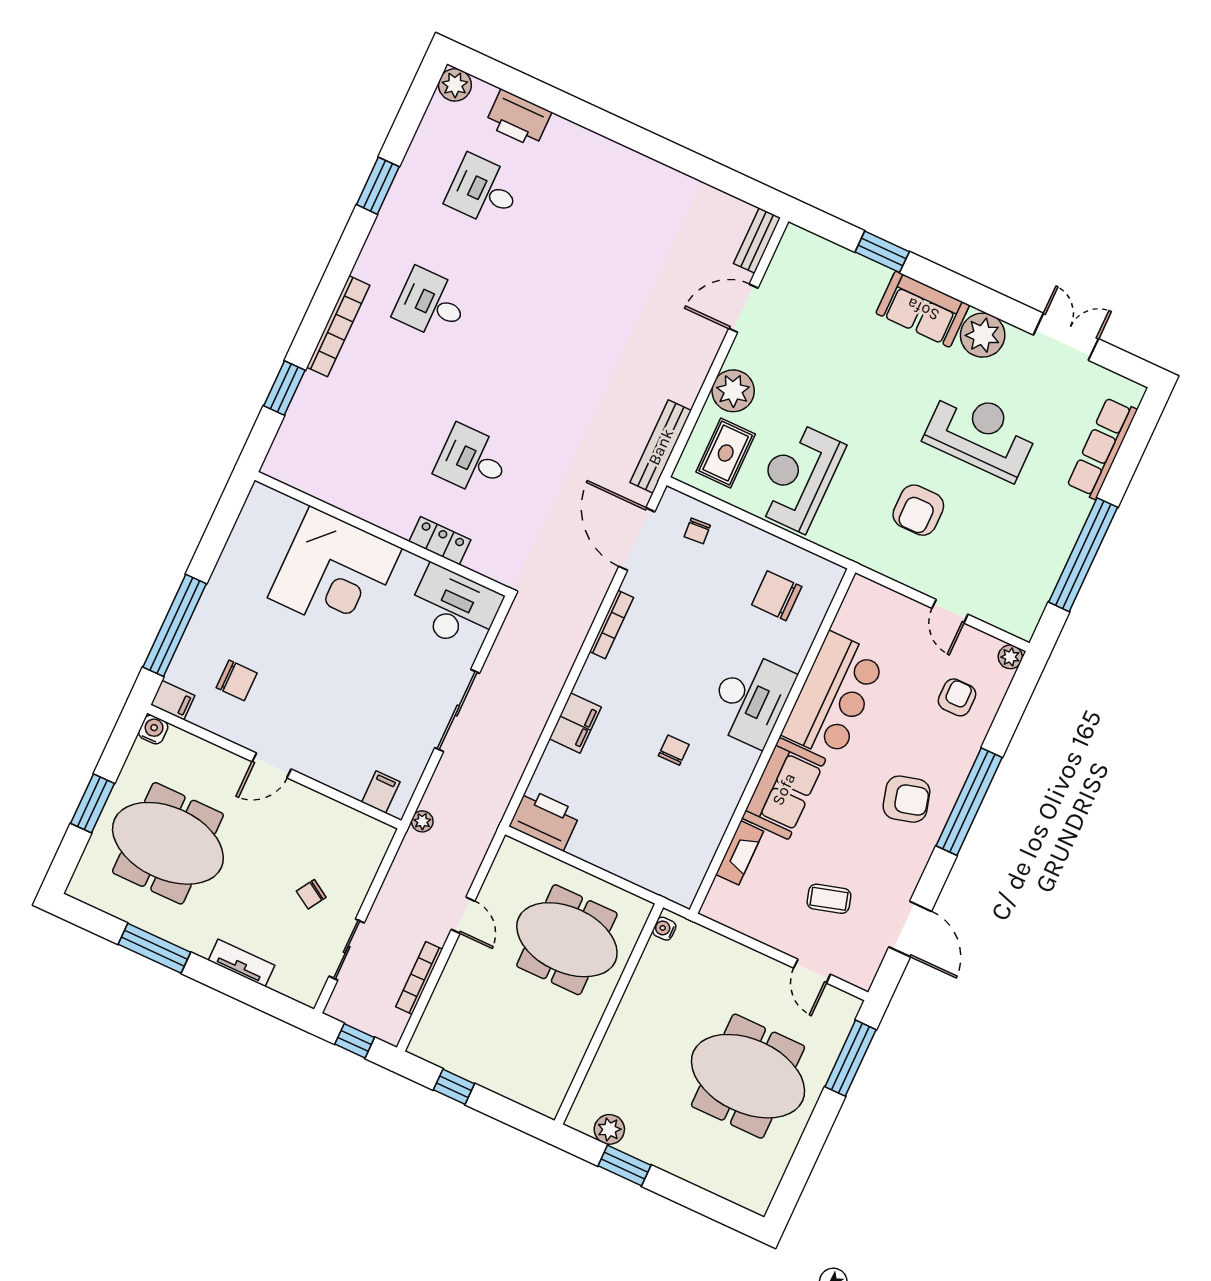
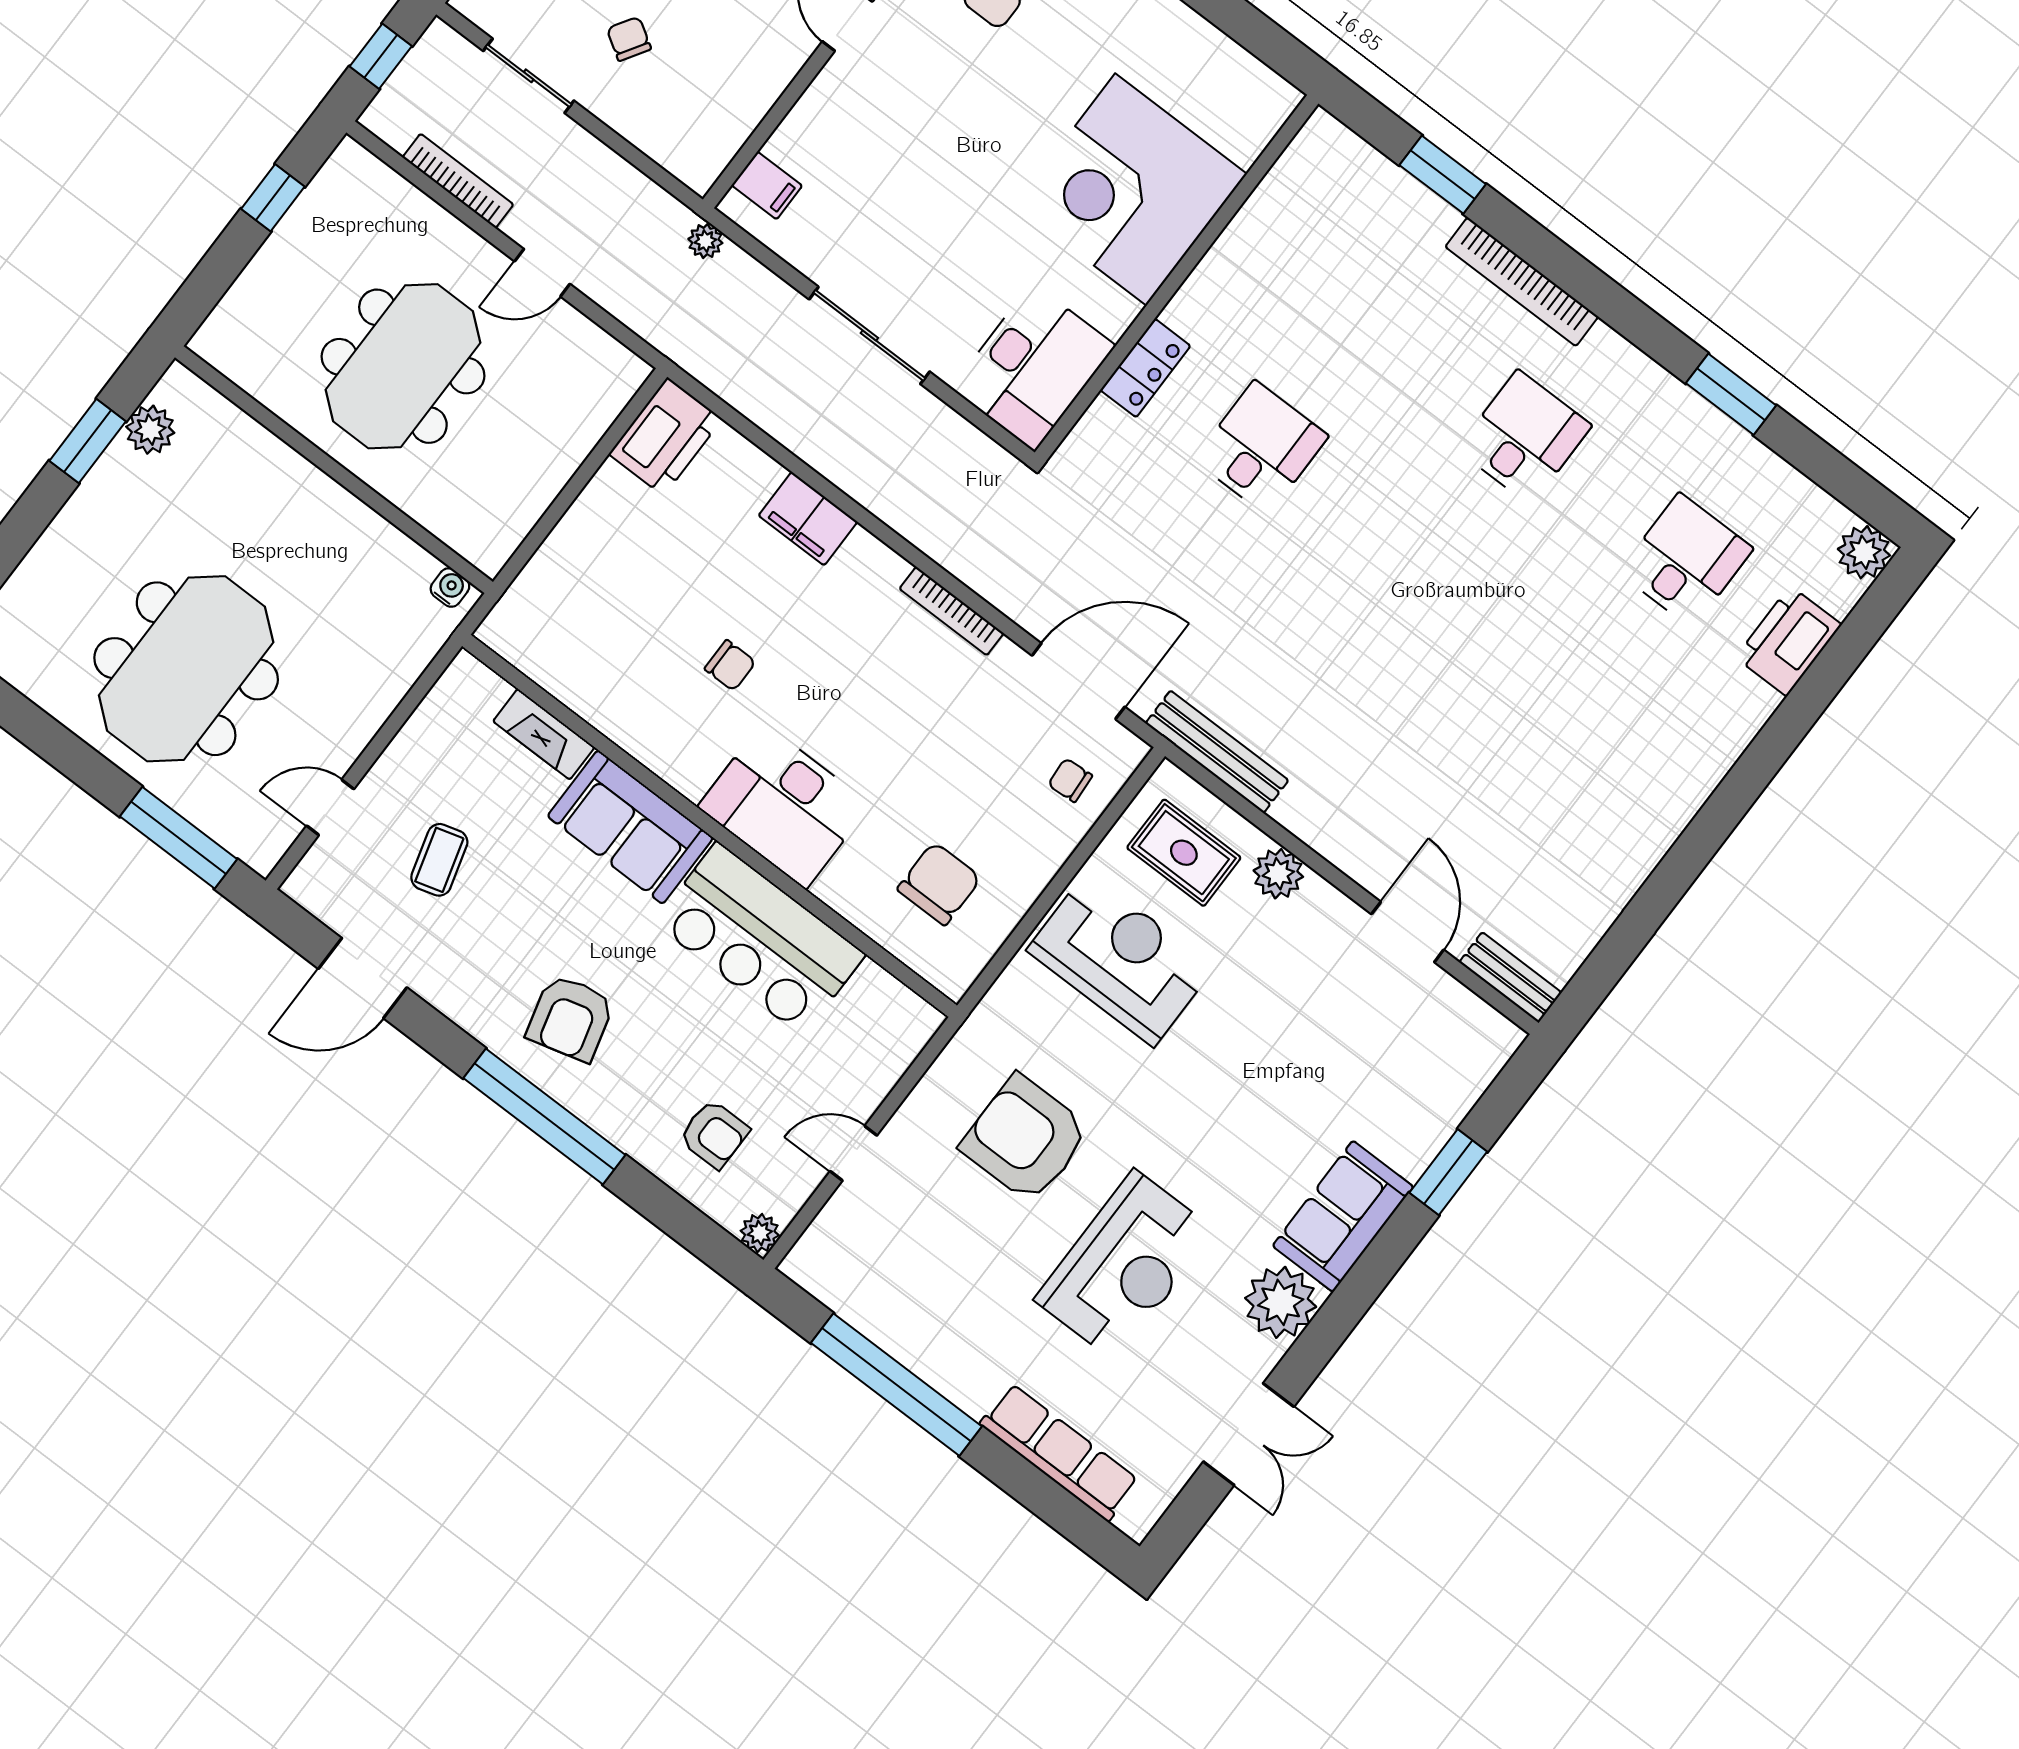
plant: (733, 391) -> (1278, 874), width x0.73, depth x0.73
armchair: (918, 510) -> (1025, 1139), width x1.36, depth x1.36
meeting table: (567, 940) -> (403, 366), moved

